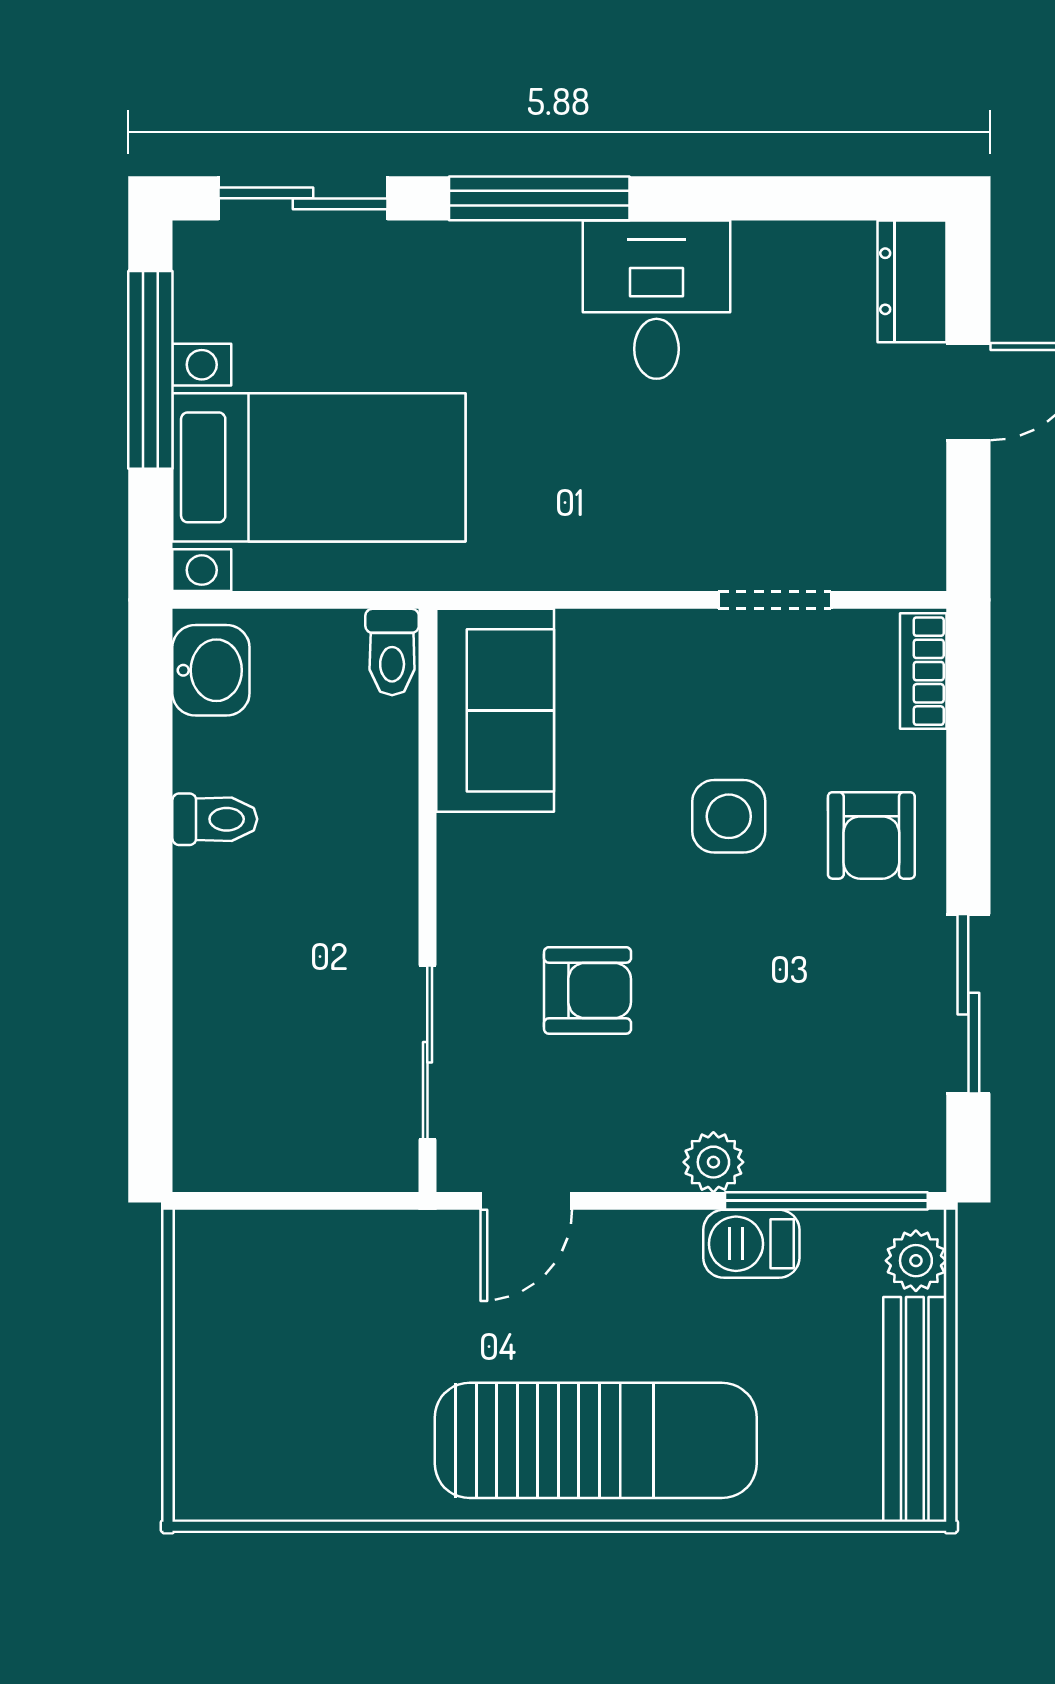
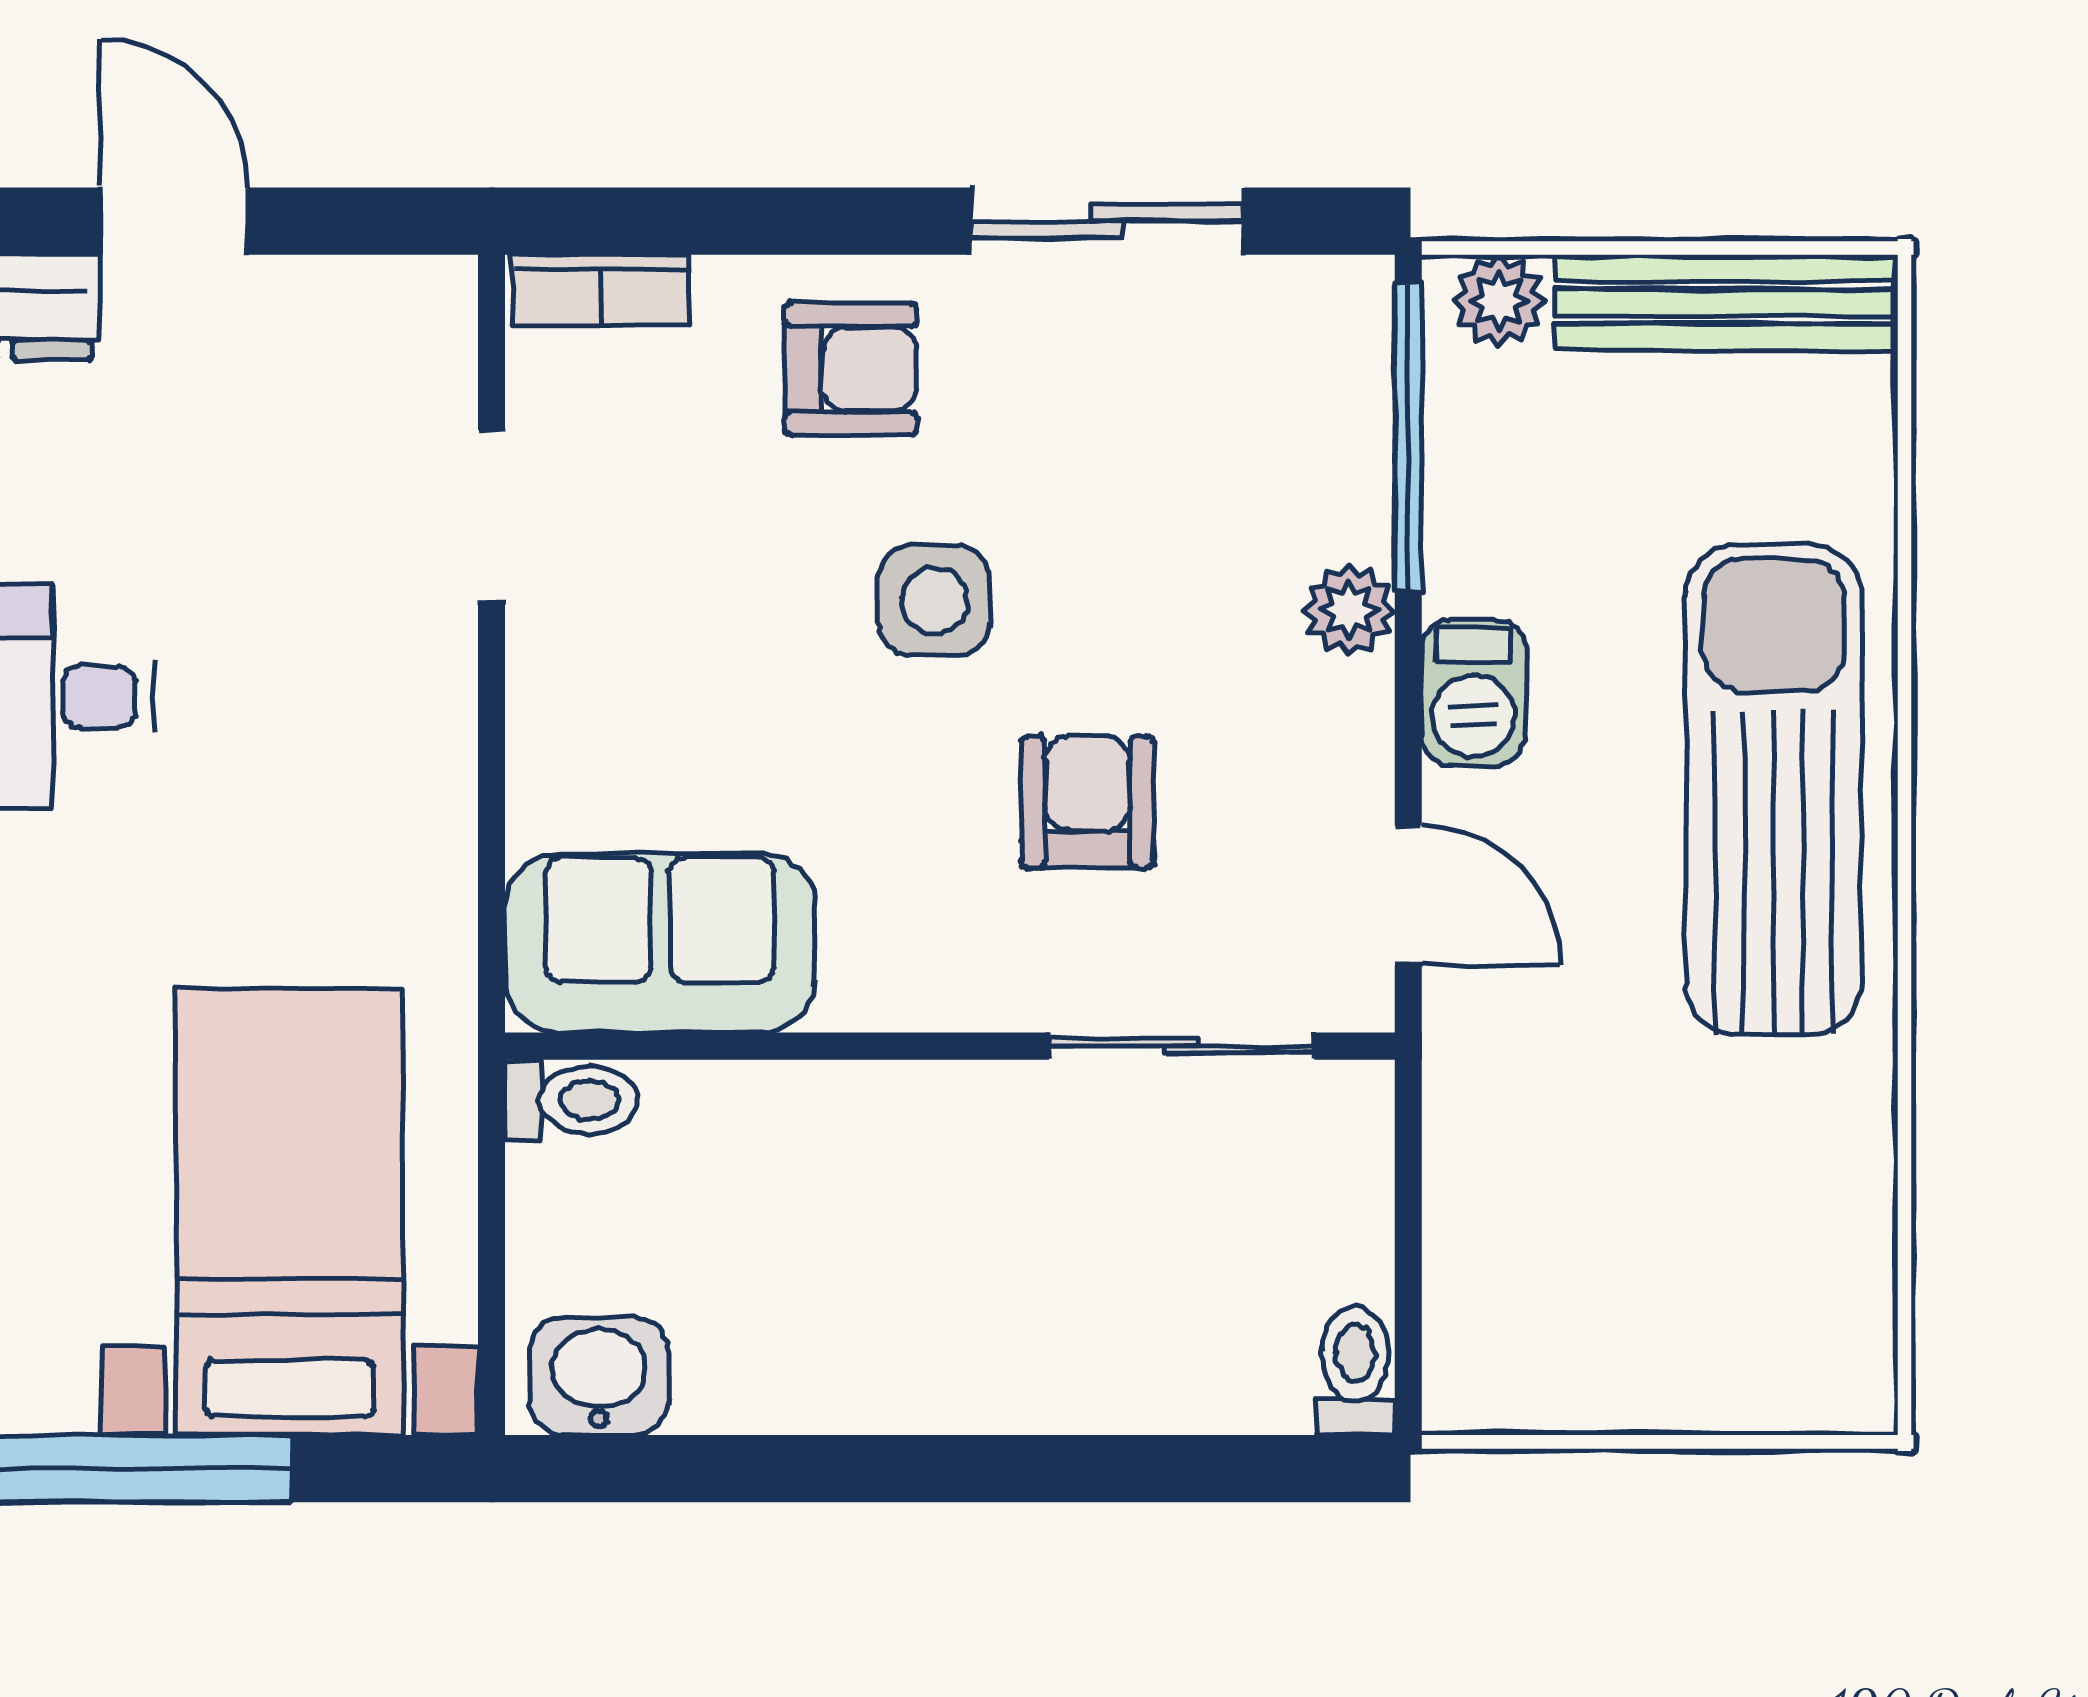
side table: (729, 816) -> (934, 601), moved
toilet: (215, 819) -> (1355, 1371), moved
barbecue: (751, 1244) -> (1474, 692), moved

